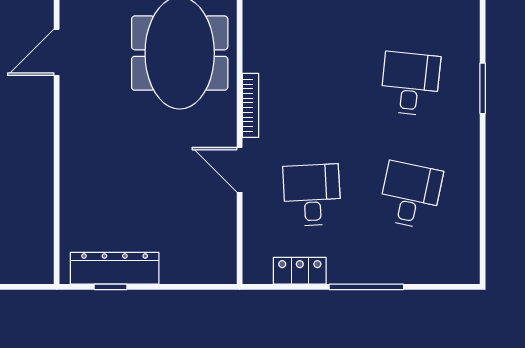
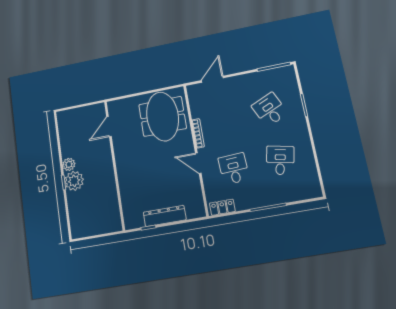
desk: (410, 84) -> (270, 110), turned -30
dresser: (115, 268) -> (165, 216), moved
locker: (300, 271) -> (222, 207), moved

